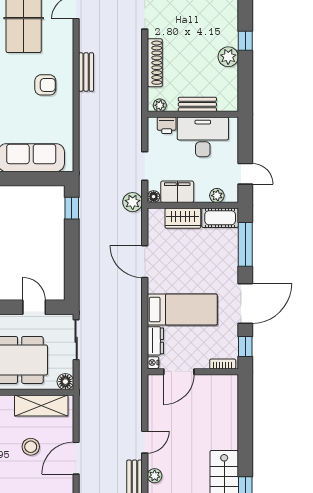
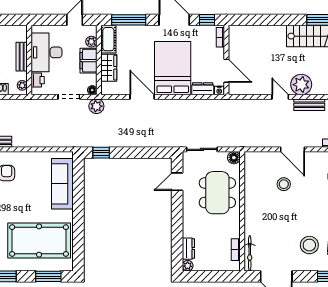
filing cabinet: (177, 192) -> (89, 61), moved
door: (145, 262) -> (142, 97), swing flipped
bed: (182, 310) -> (173, 68), width x1.50
shelving: (41, 406) -> (252, 176), removed
plant: (155, 476) -> (301, 85), width x1.87, depth x1.87

